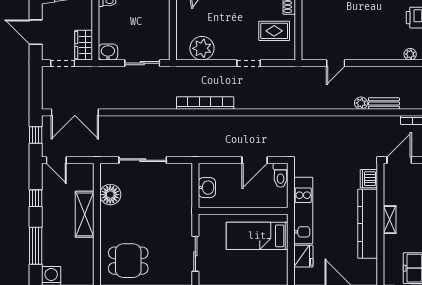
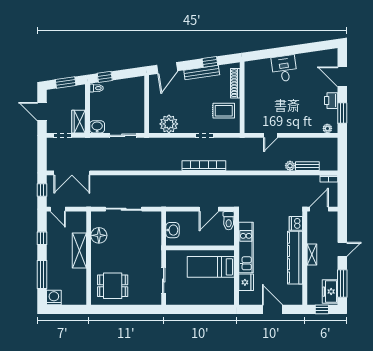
bookcase: (205, 103) -> (204, 166), moved

